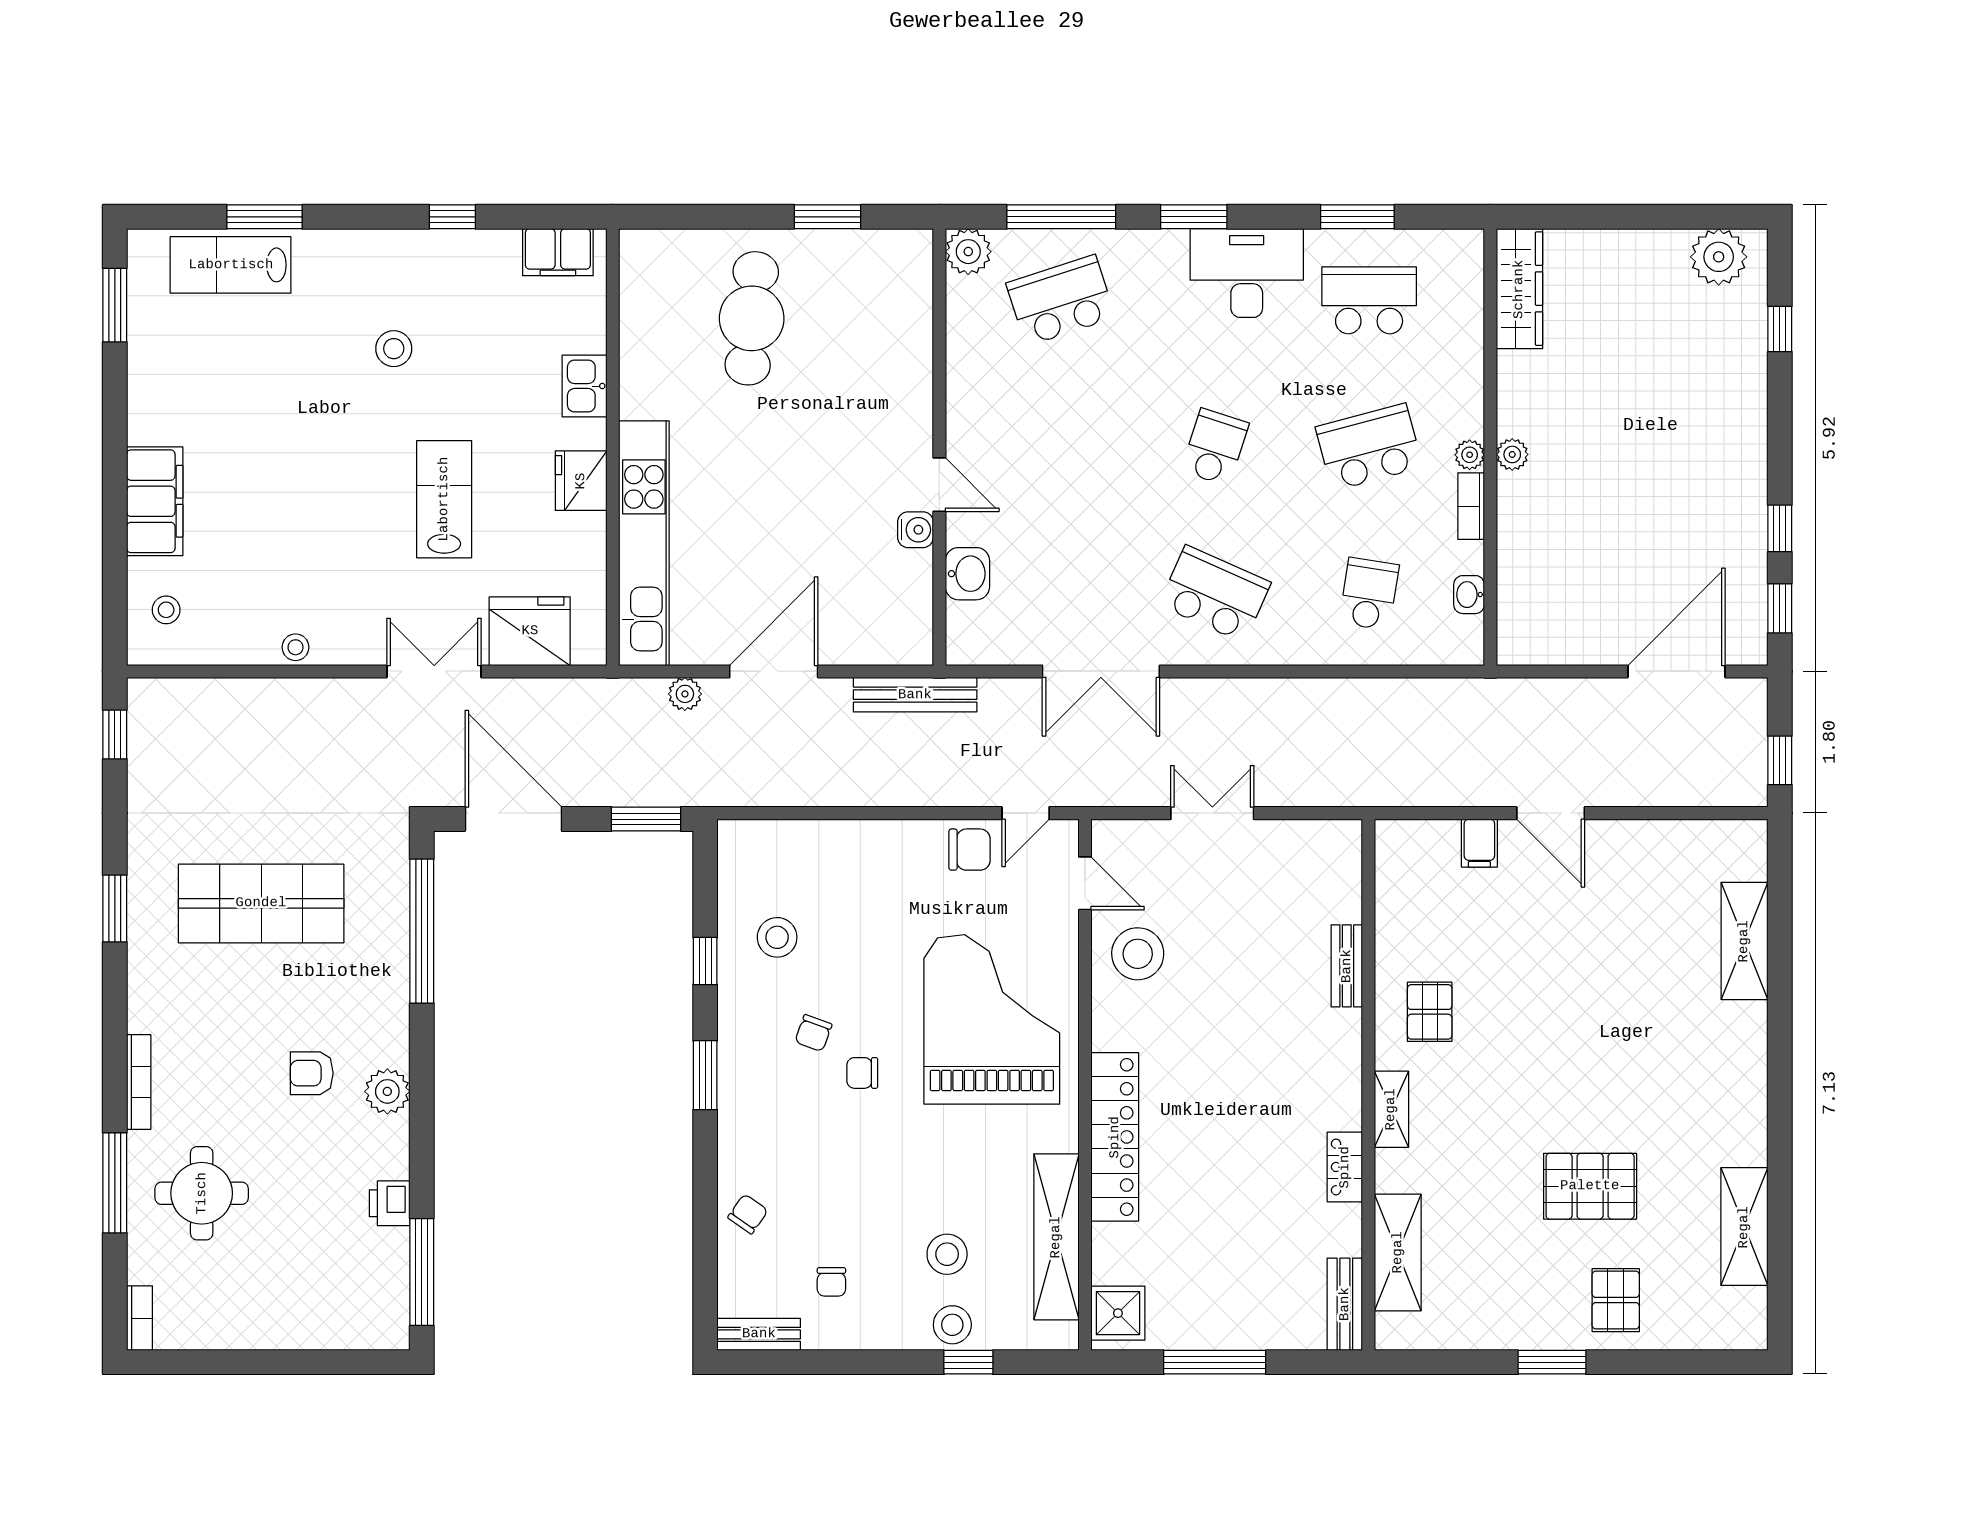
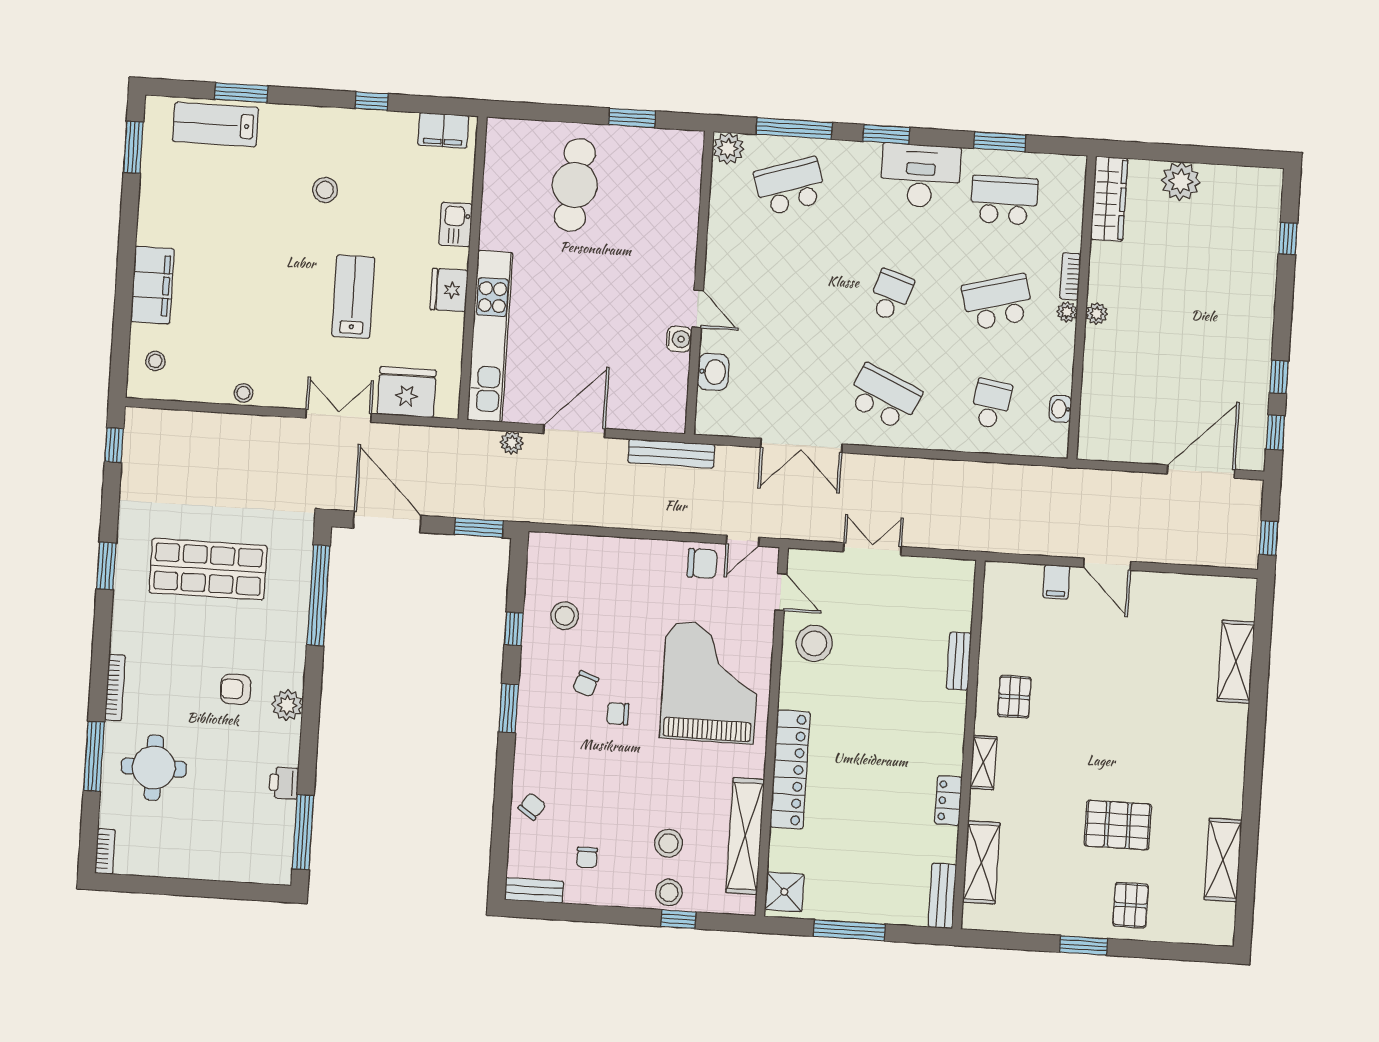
plant: (1719, 257) -> (1181, 181), moved
bookcase: (1471, 506) -> (1070, 276), moved

